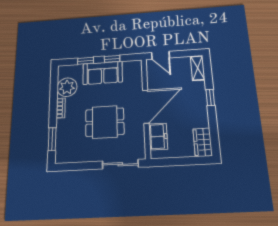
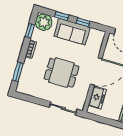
plant: (67, 87) -> (44, 22), moved
window: (54, 88) -> (30, 31), added

